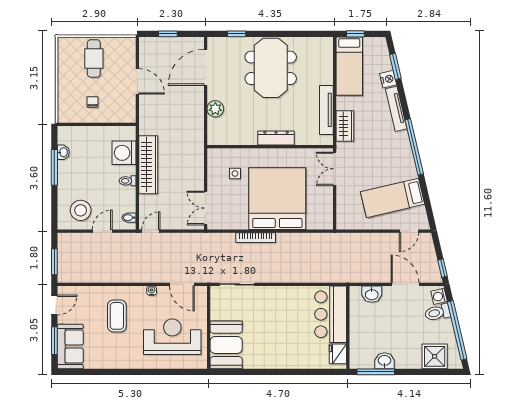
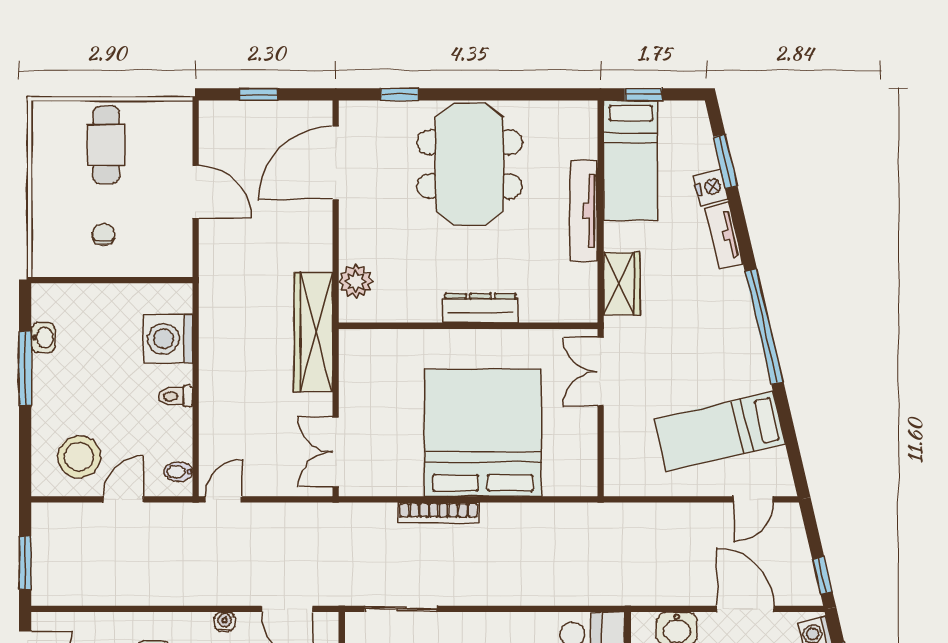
plant: (215, 109) -> (356, 281), moved
tv unit: (396, 109) -> (724, 235), width x0.71
tv unit: (326, 110) -> (584, 211), moved
wardrobe: (148, 165) -> (313, 332), moved, turned 180
side table: (235, 174) -> (396, 381), removed

